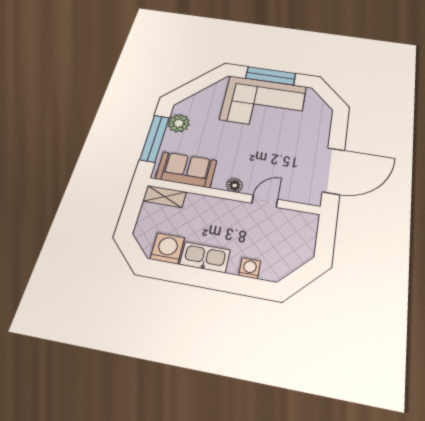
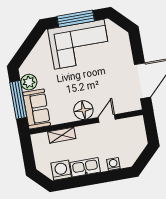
sofa: (186, 170) -> (37, 109), moved, turned 90
floor lamp: (235, 185) -> (83, 110), width x1.89, depth x1.89
shelving: (165, 197) -> (62, 135), moved

